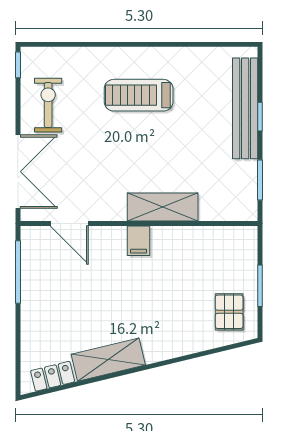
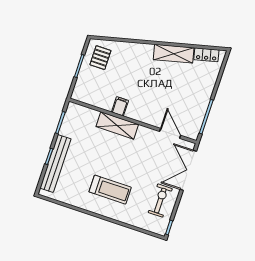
exercise bike: (48, 105) -> (160, 201), turned 180
filing cabinet: (139, 241) -> (120, 106), moved

